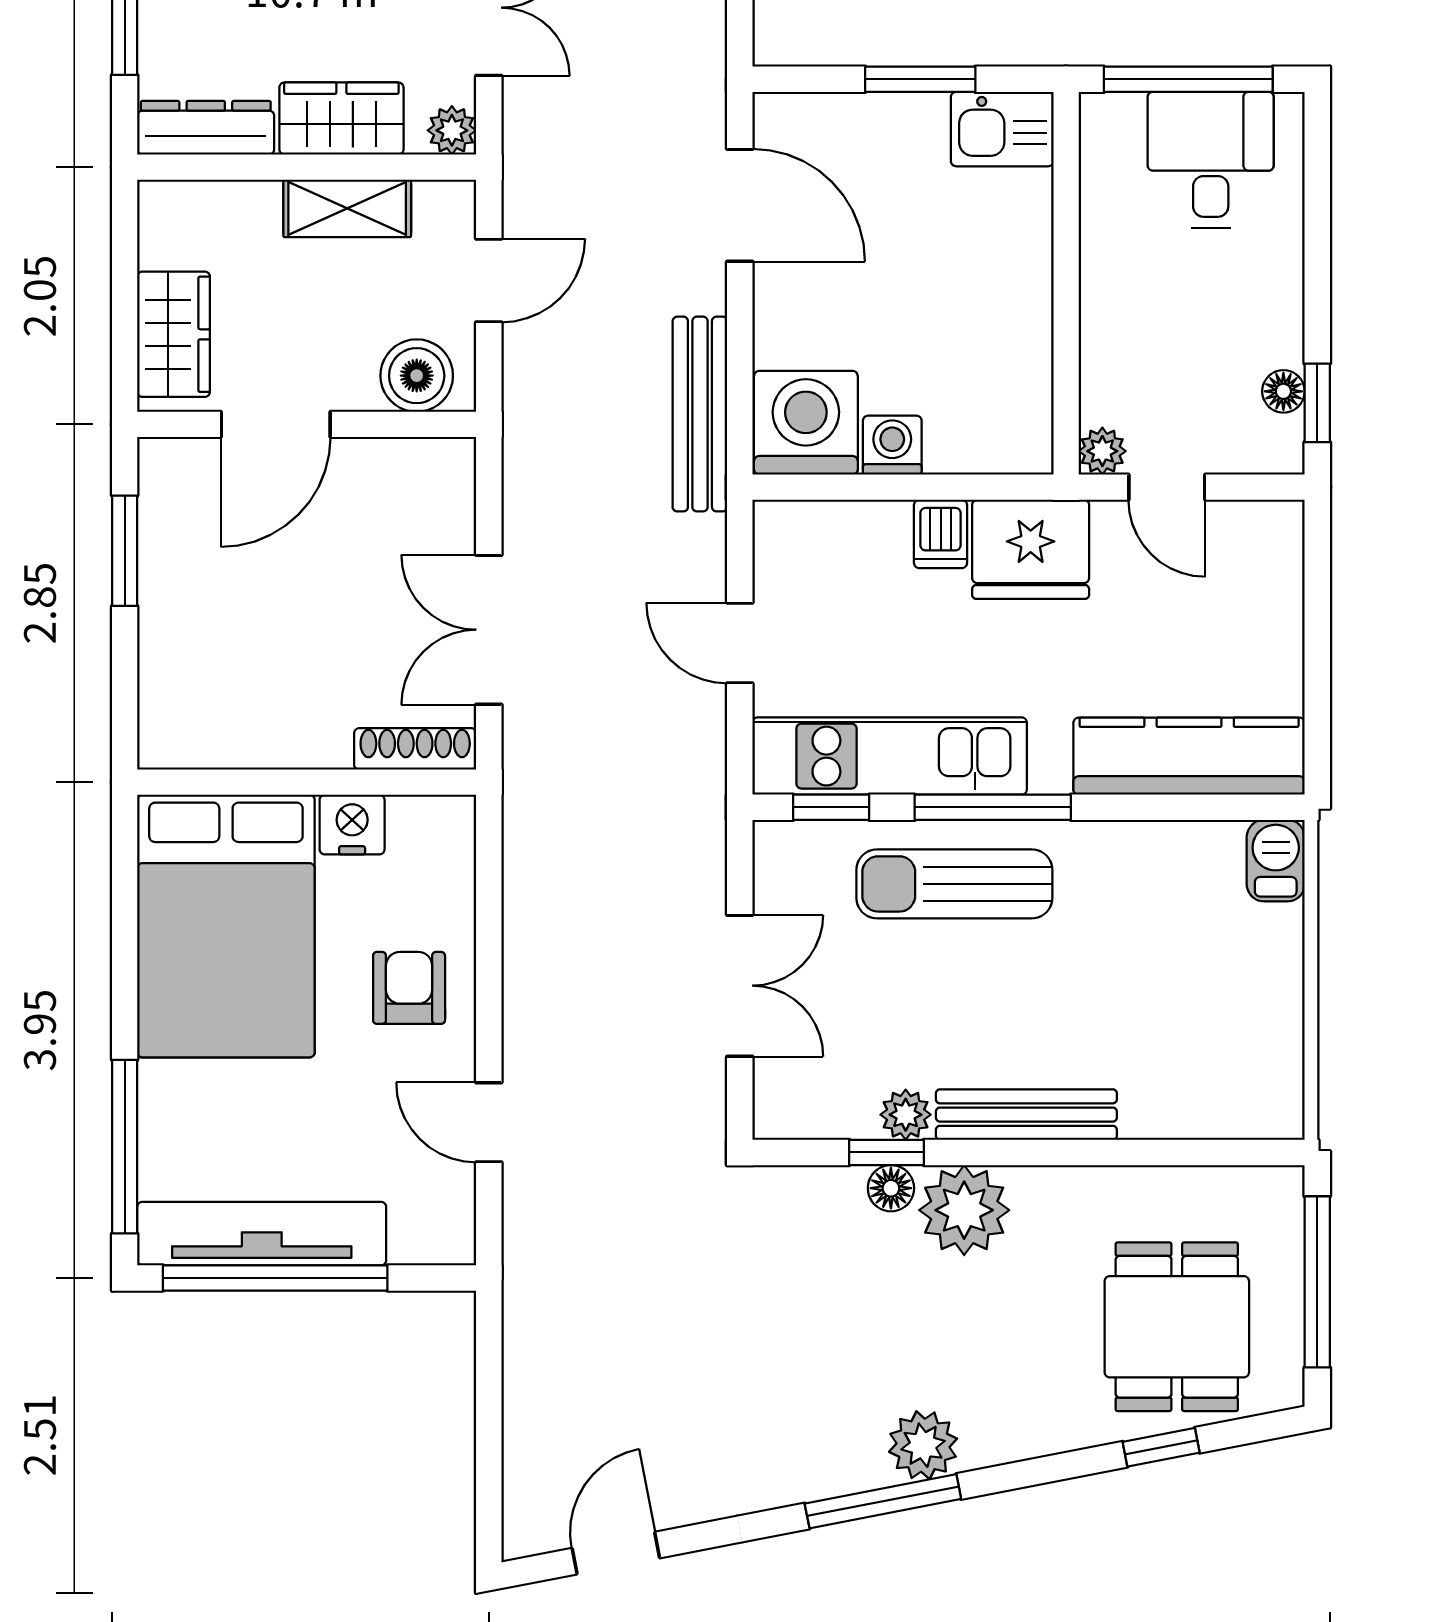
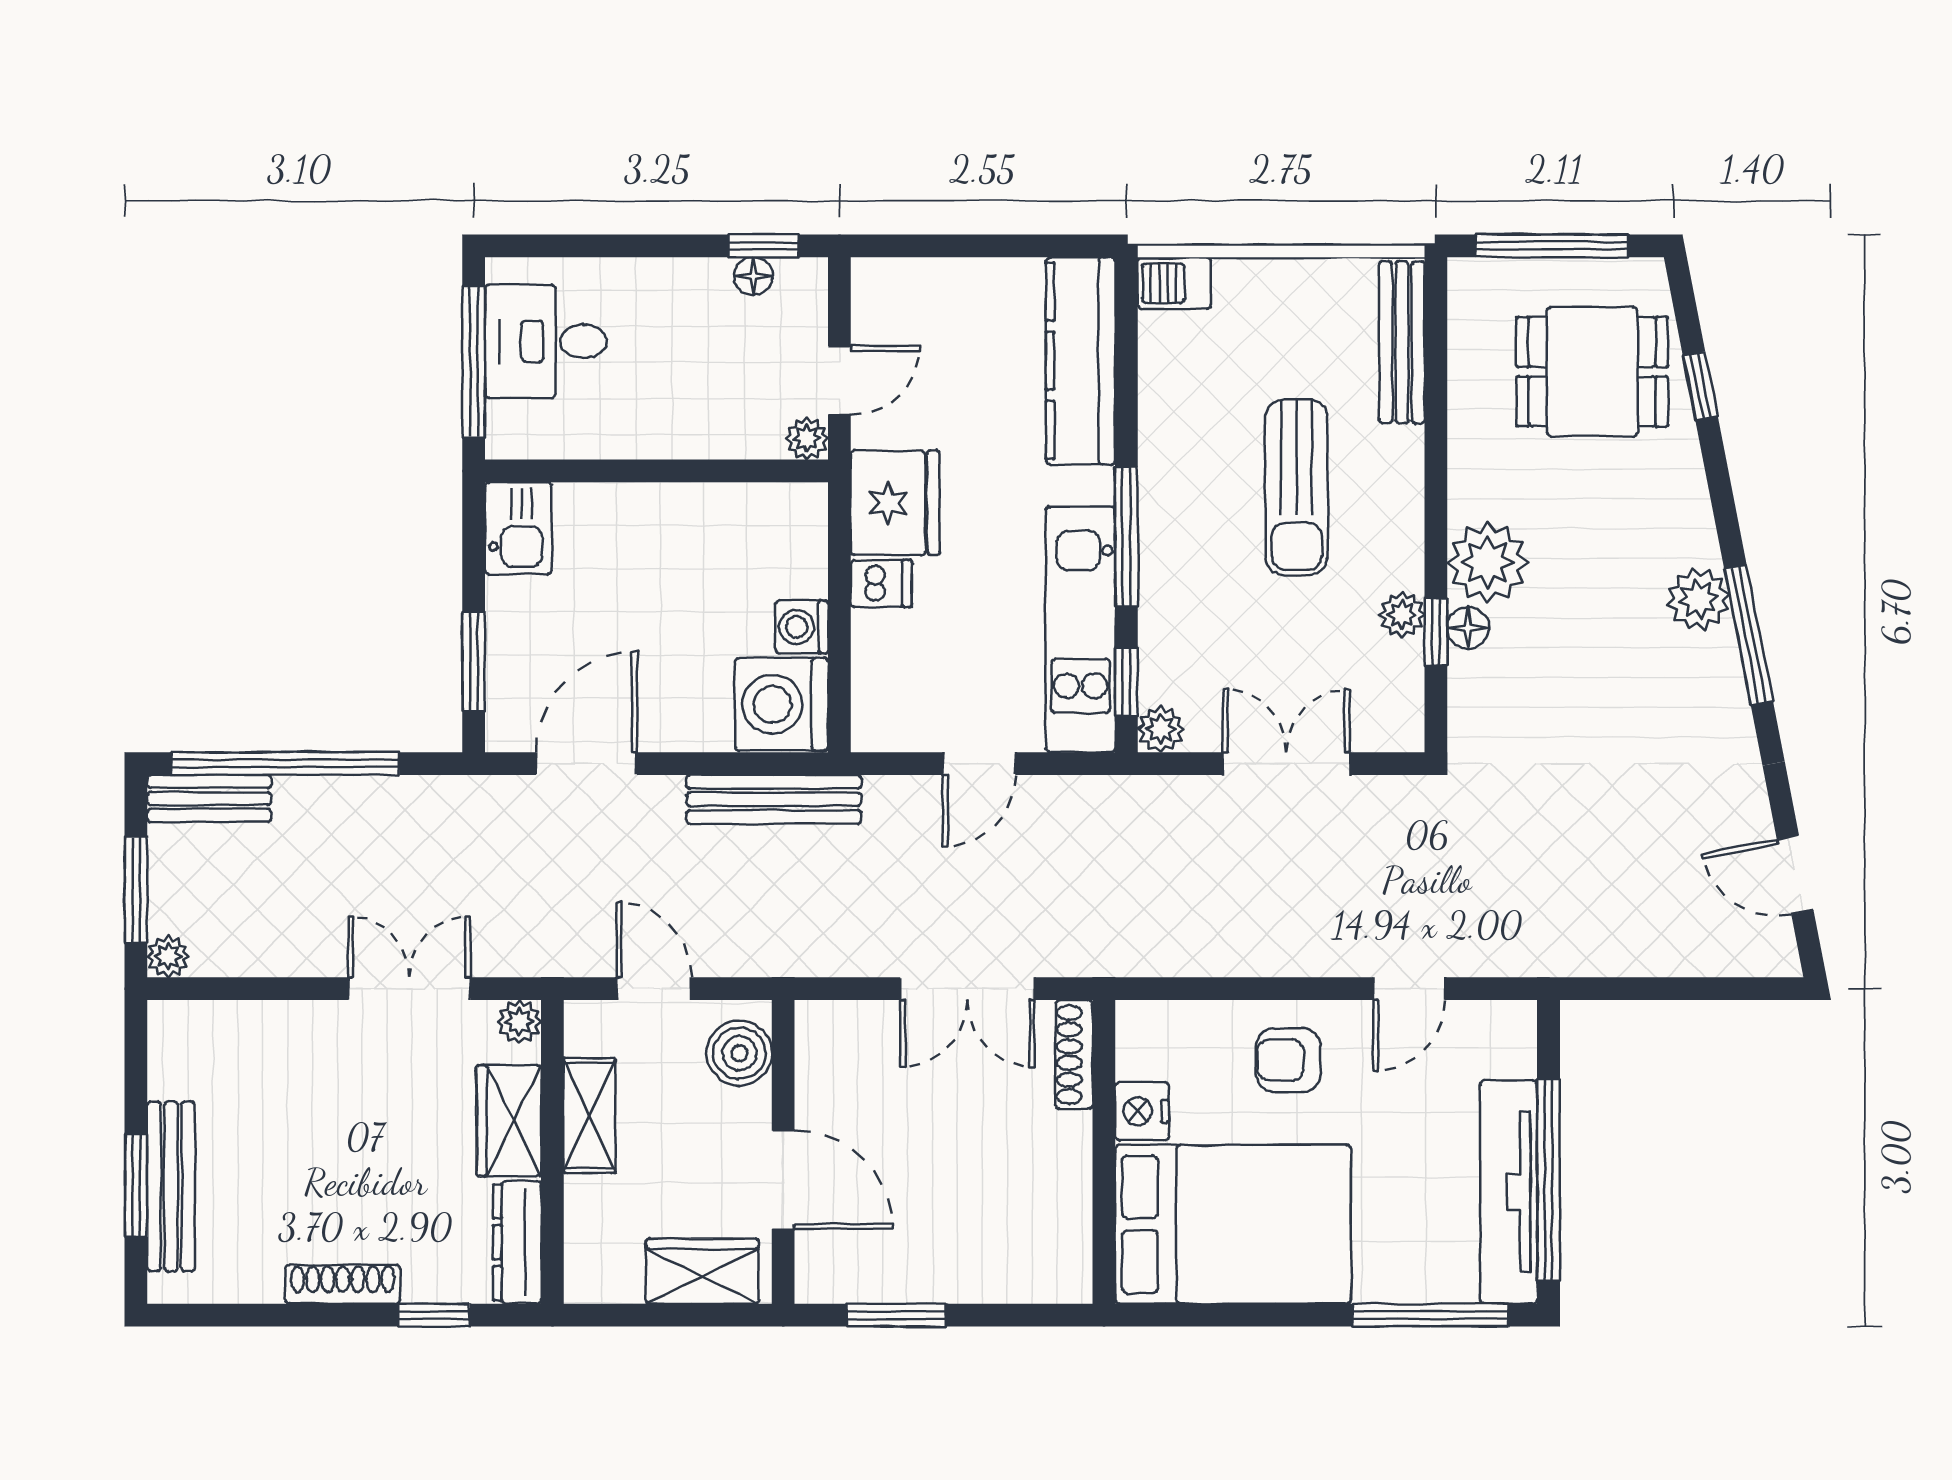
window: (920, 79) -> (474, 662), moved
plant: (778, 846) -> (1161, 729), added
sun lounger: (954, 884) -> (1297, 487), moved
bench: (1026, 1115) -> (1402, 342), moved

